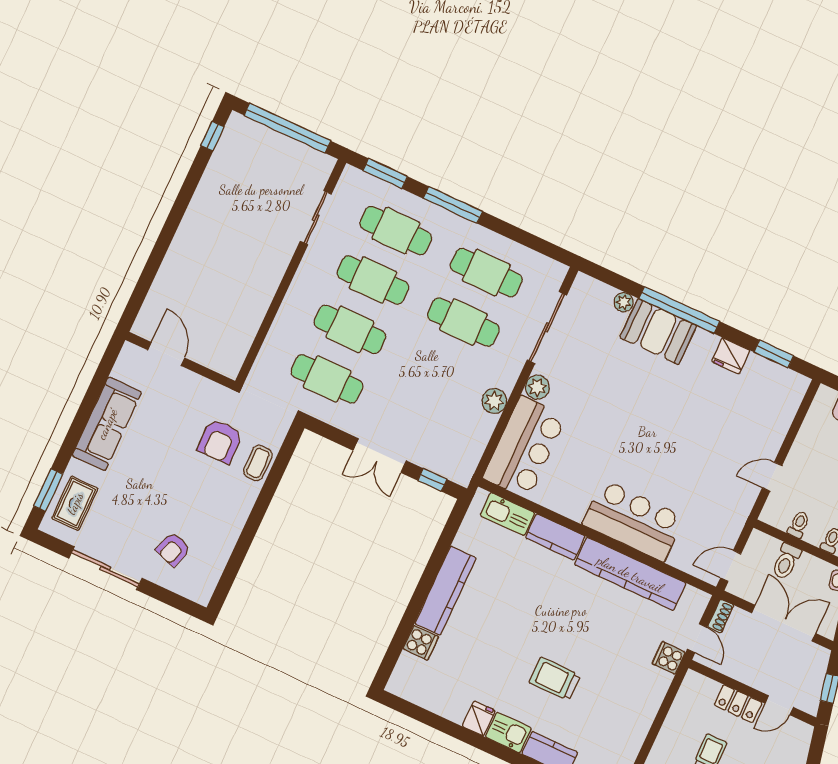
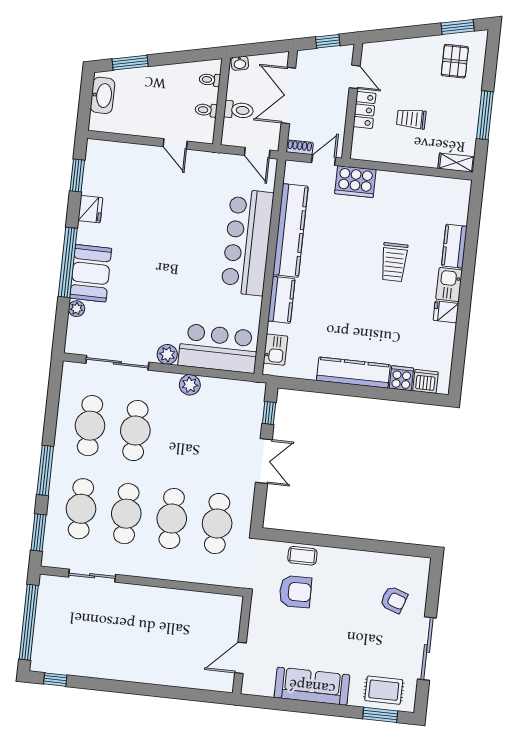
kitchen sink: (507, 514) -> (275, 350), width x0.73
bar counter: (633, 521) -> (247, 242), width x1.36
cooker: (669, 658) -> (355, 182), width x1.87, depth x1.31
dishwasher: (408, 669) -> (425, 381), added

